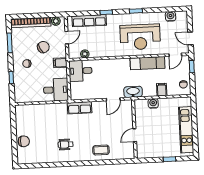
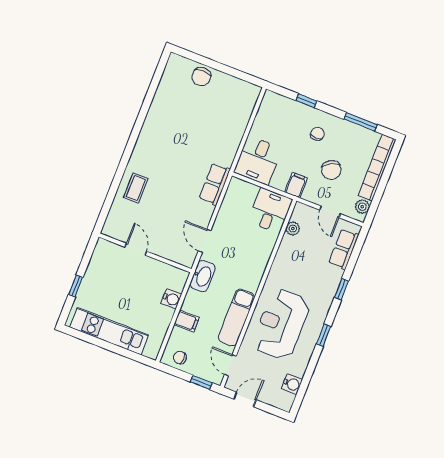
row of seats: (89, 21) -> (344, 249), width x0.68
wheelchair: (66, 144) -> (168, 138), removed

